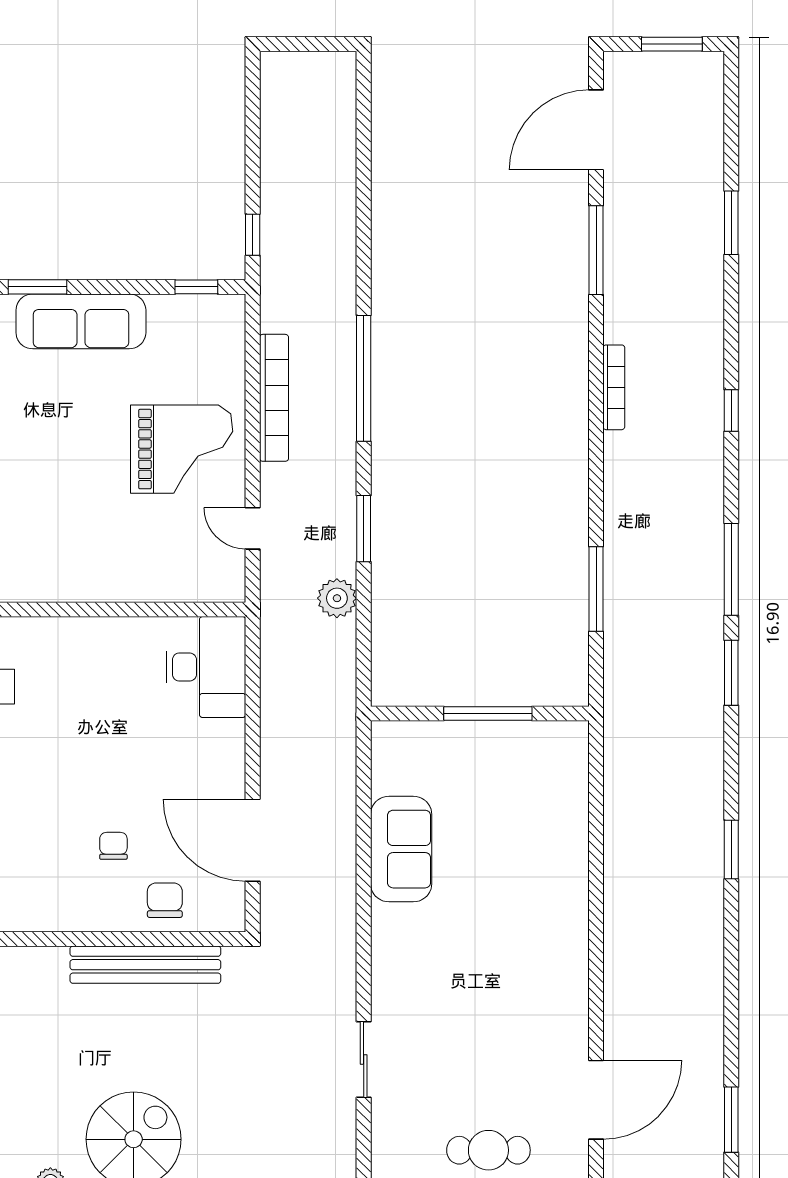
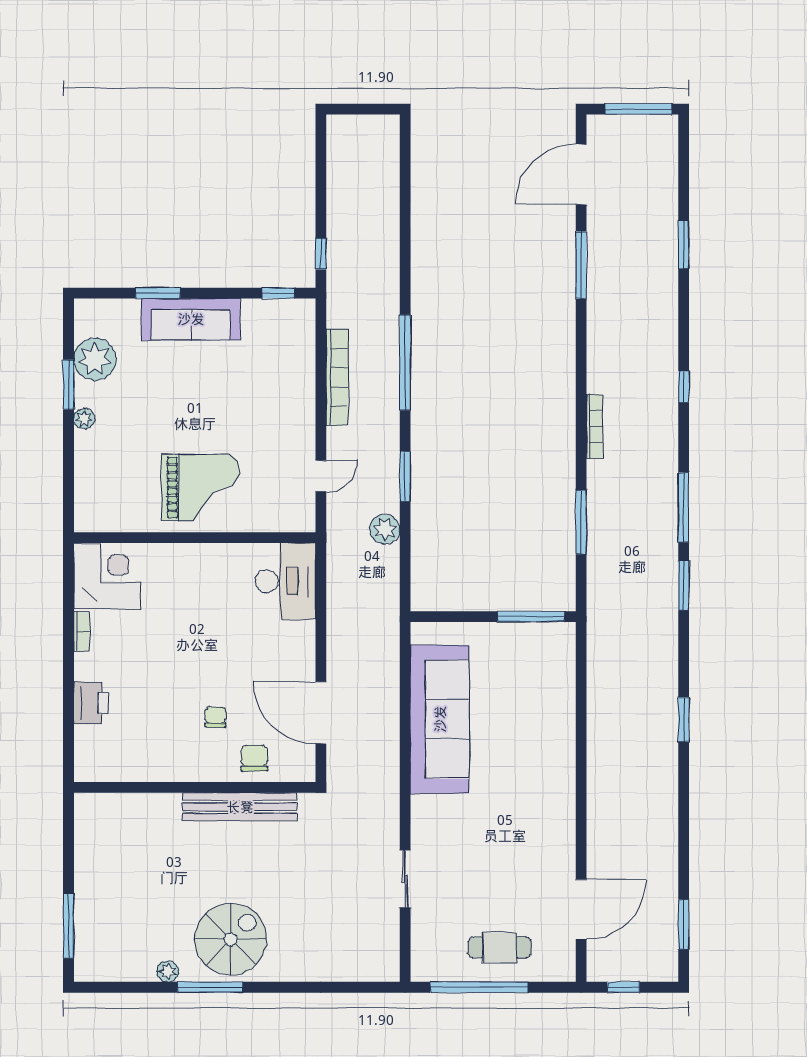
window: (672, 44) -> (639, 109), width x1.44
bookcase: (614, 387) -> (595, 426), moved
grand piano: (182, 449) -> (200, 488), moved
door: (253, 528) -> (321, 476), swing flipped
window: (488, 714) -> (531, 617), moved
sofa: (401, 849) -> (440, 719), width x1.85, depth x1.27

